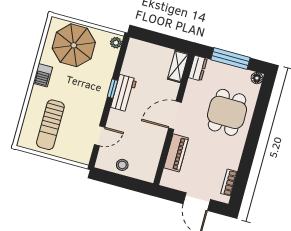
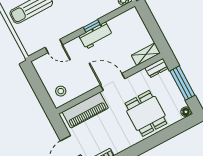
dining table: (227, 112) -> (146, 113), turned 90
piano: (176, 153) -> (85, 110), width x1.37, depth x1.33
stool: (122, 165) -> (61, 91), moved

